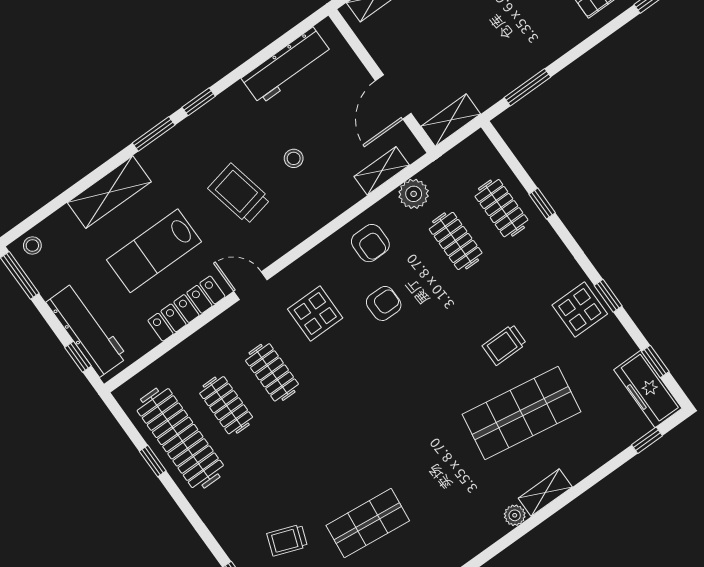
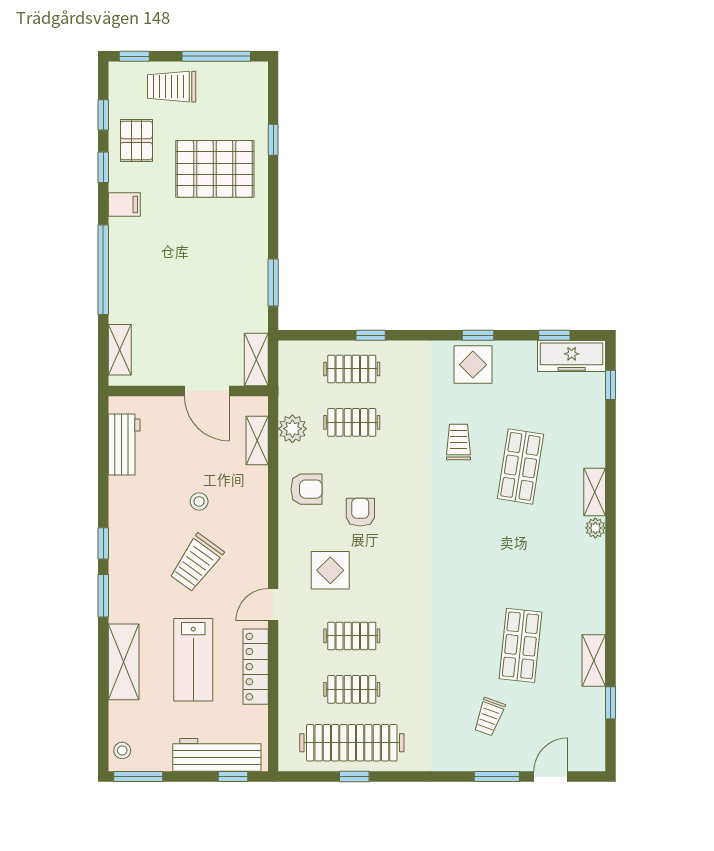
workbench: (287, 66) -> (124, 445), width x0.73
trolley: (239, 194) -> (196, 563), turned -42
trolley: (504, 345) -> (459, 442), turned 180
shop shelf: (522, 413) -> (520, 466), width x0.70, depth x0.74

